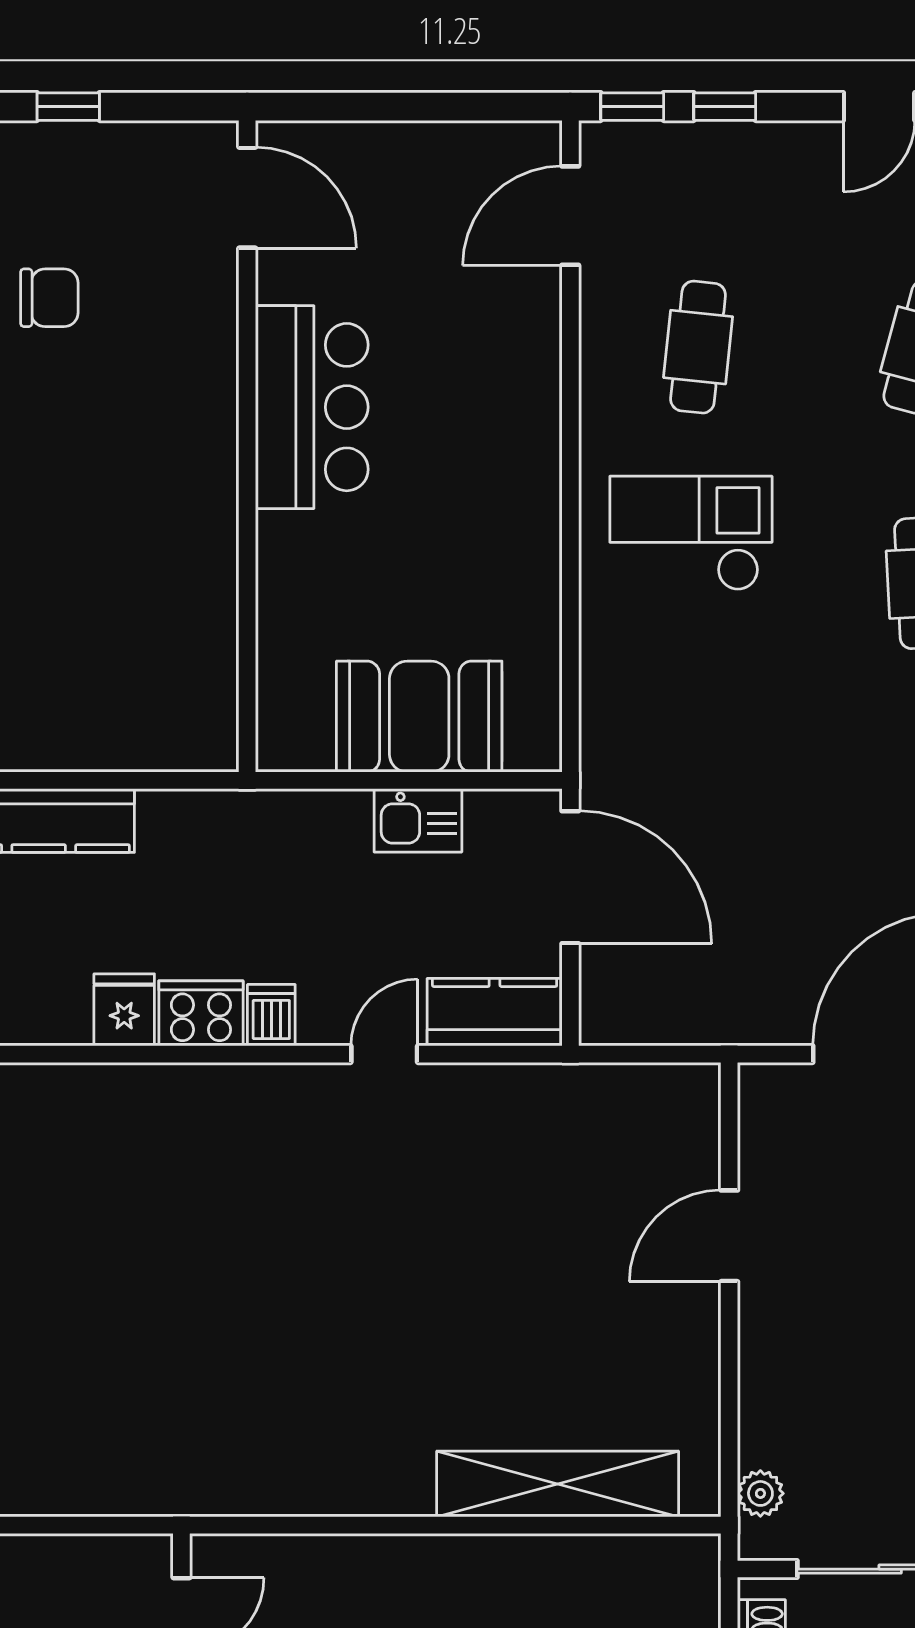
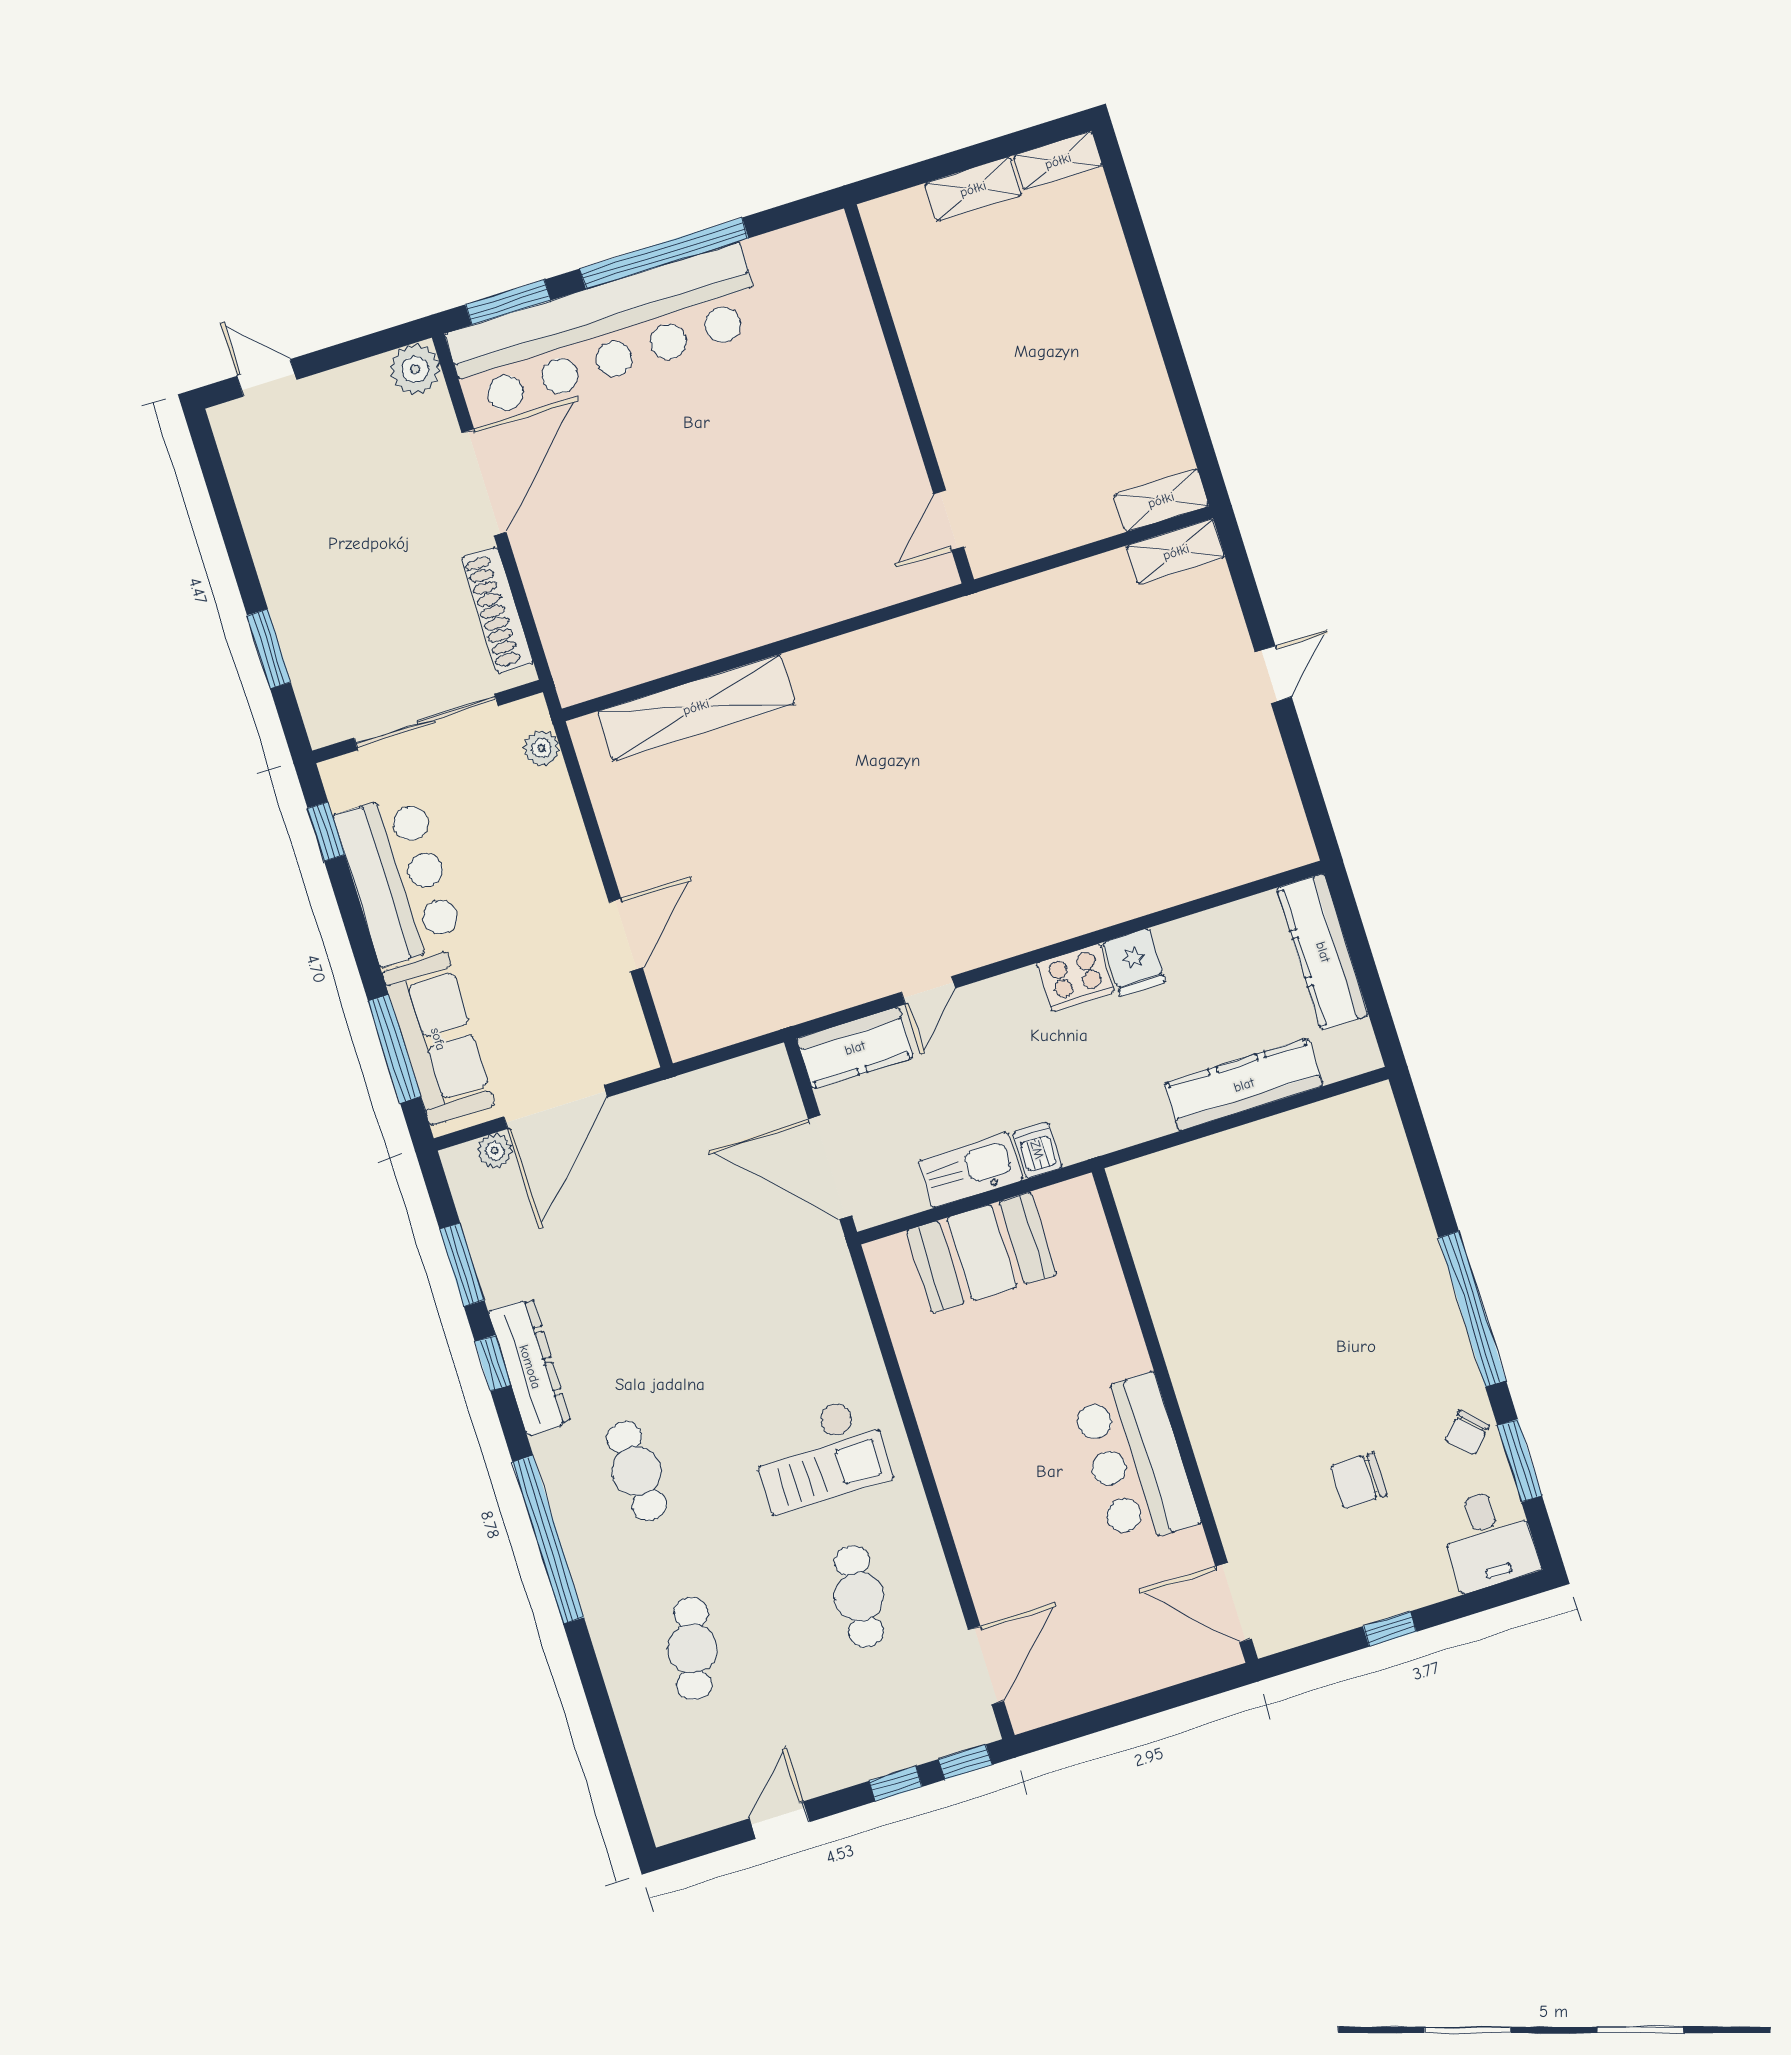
kitchen sink: (418, 820) -> (970, 1170), width x1.38
dishwasher: (271, 1015) -> (1037, 1150), moved, turned 180

